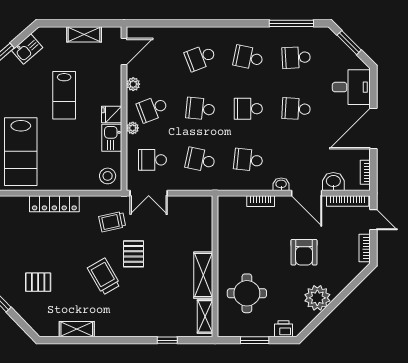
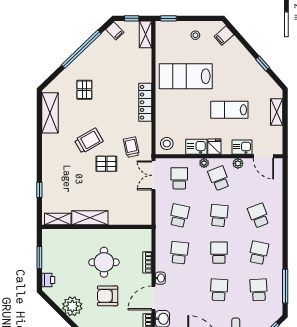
shelving: (84, 34) -> (277, 112), moved
kitchen sink: (27, 49) -> (242, 147), moved, turned 131
round table: (247, 293) -> (104, 262), moved
shelving: (77, 329) -> (50, 113), width x1.50, depth x1.33

